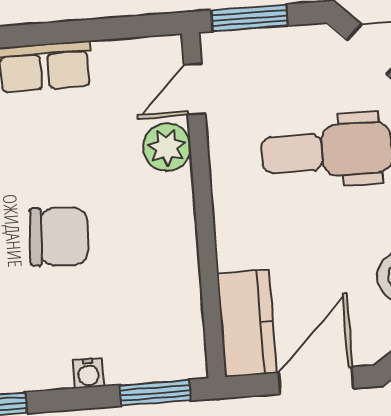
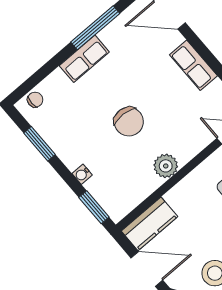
plant: (167, 147) -> (166, 166), moved

